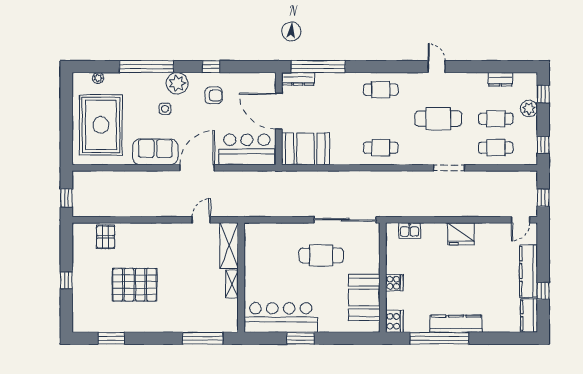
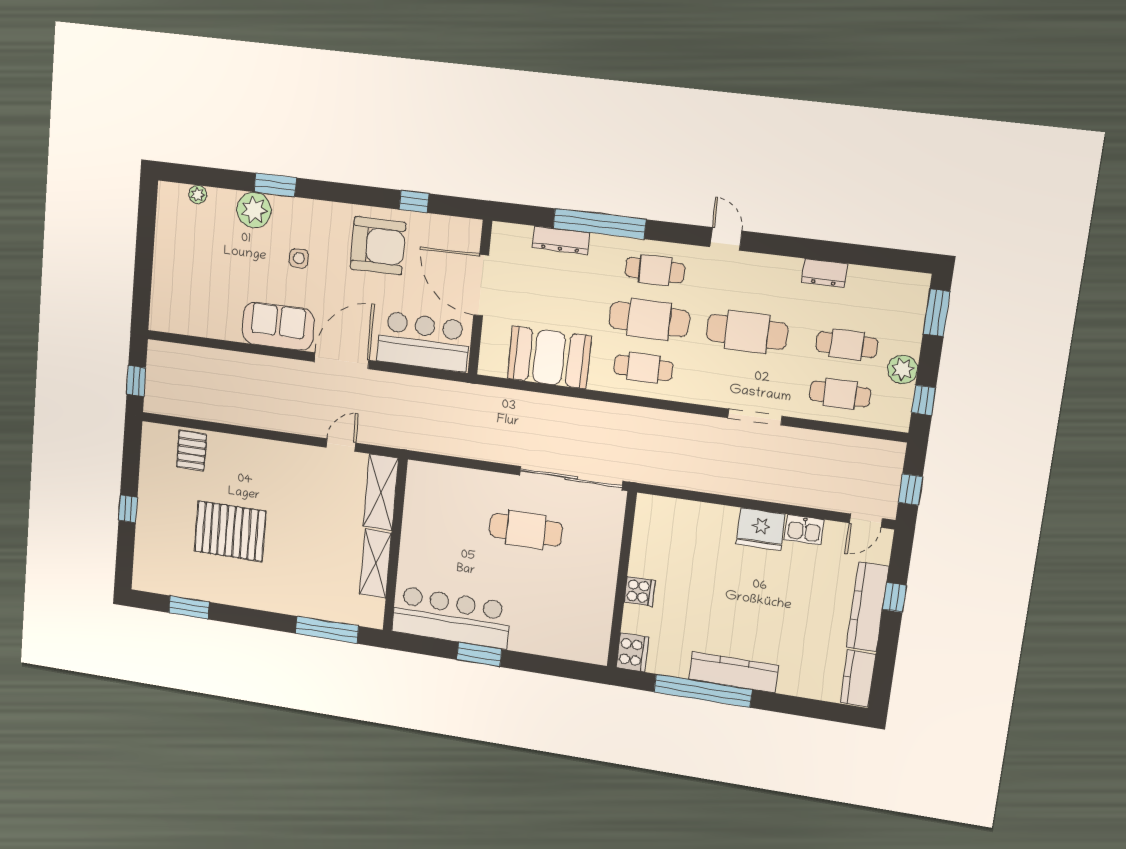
window: (147, 67) -> (275, 185), width x0.47
window: (211, 67) -> (414, 202), moved
window: (318, 67) -> (599, 224), moved
door: (437, 67) -> (726, 239), moved
dresser: (298, 79) -> (561, 240), moved
dresser: (500, 79) -> (824, 273), moved
plant: (177, 83) -> (254, 210), moved
window: (543, 94) -> (937, 313), width x1.50
armchair: (214, 95) -> (378, 246), width x1.88, depth x1.88
plant: (529, 109) -> (903, 369), moved
cafe table: (381, 119) -> (649, 319), added
rug: (101, 125) -> (197, 272), removed
booth: (305, 149) -> (549, 357), moved
kitchen sink: (410, 230) -> (804, 530), moved
shelving: (232, 284) -> (376, 563), width x1.50, depth x1.33
window: (543, 291) -> (894, 597), moved
booth: (364, 297) -> (588, 607), removed

